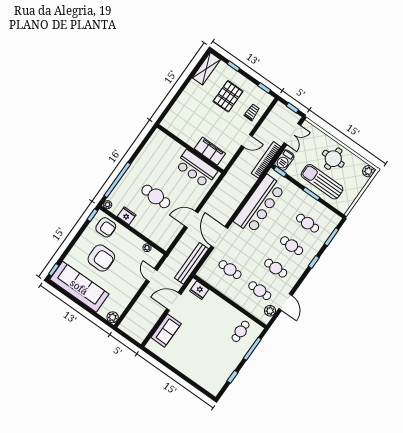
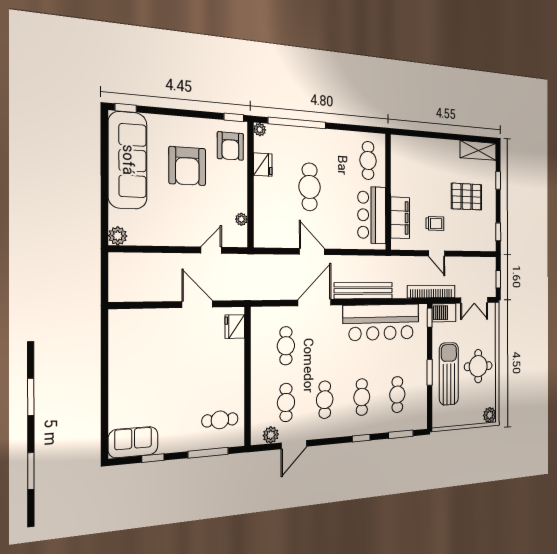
trolley: (252, 112) -> (435, 223), moved
cafe table: (165, 150) -> (368, 160), added
bench: (191, 263) -> (363, 291), moved
sofa: (166, 331) -> (133, 442), moved, turned 180

